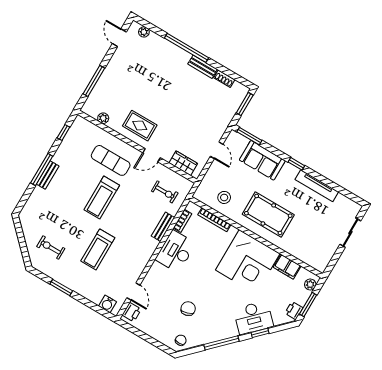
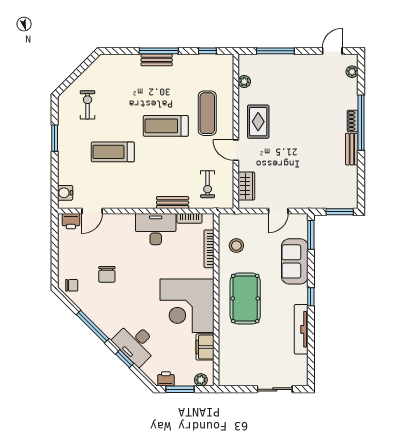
shoe rack: (224, 79) -> (353, 121), moved
chair: (188, 309) -> (107, 274), turned 107

